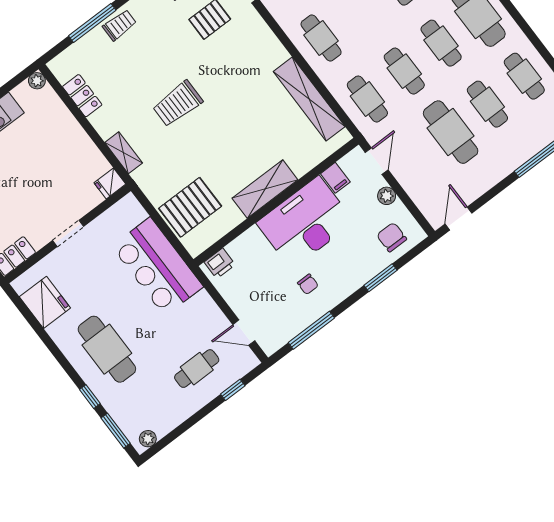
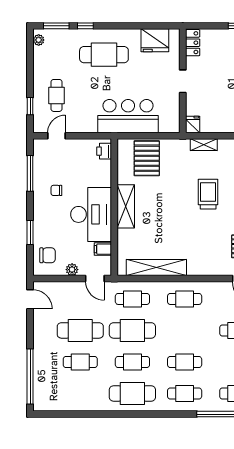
cafe table: (404, 71) -> (132, 330), width x1.37, depth x1.35
cafe table: (524, 76) -> (80, 393), removed

